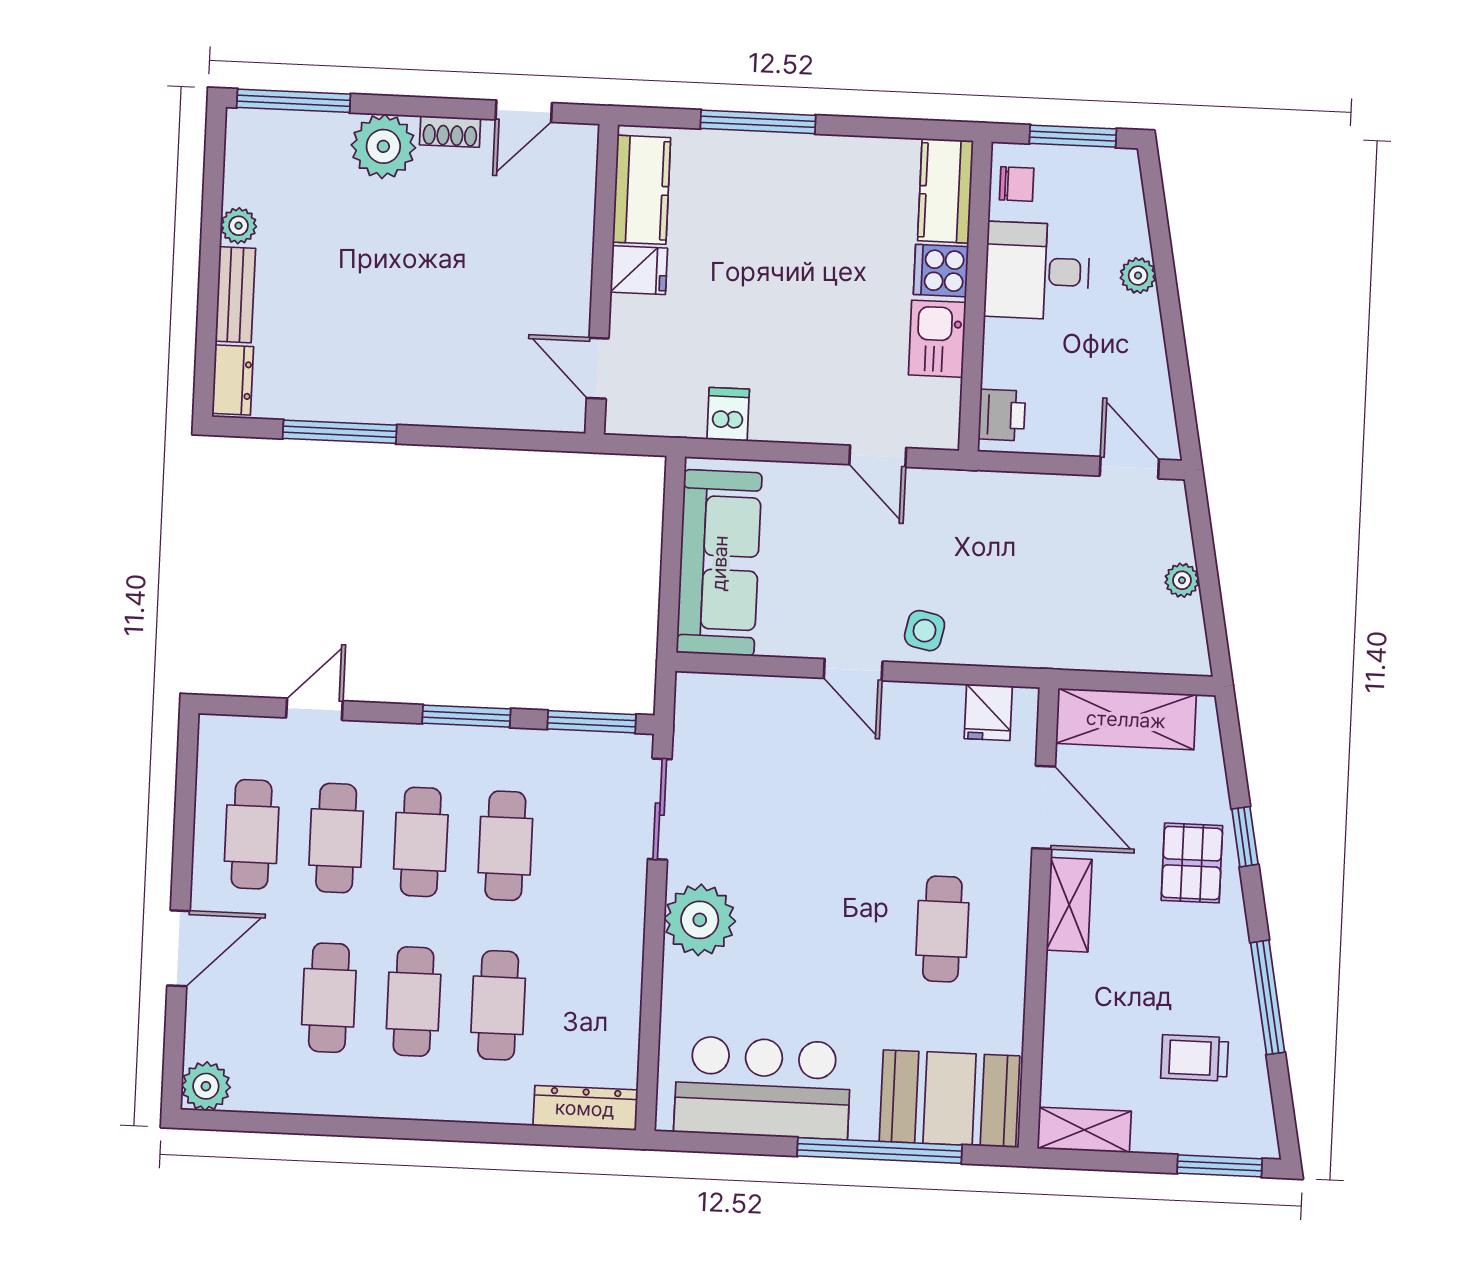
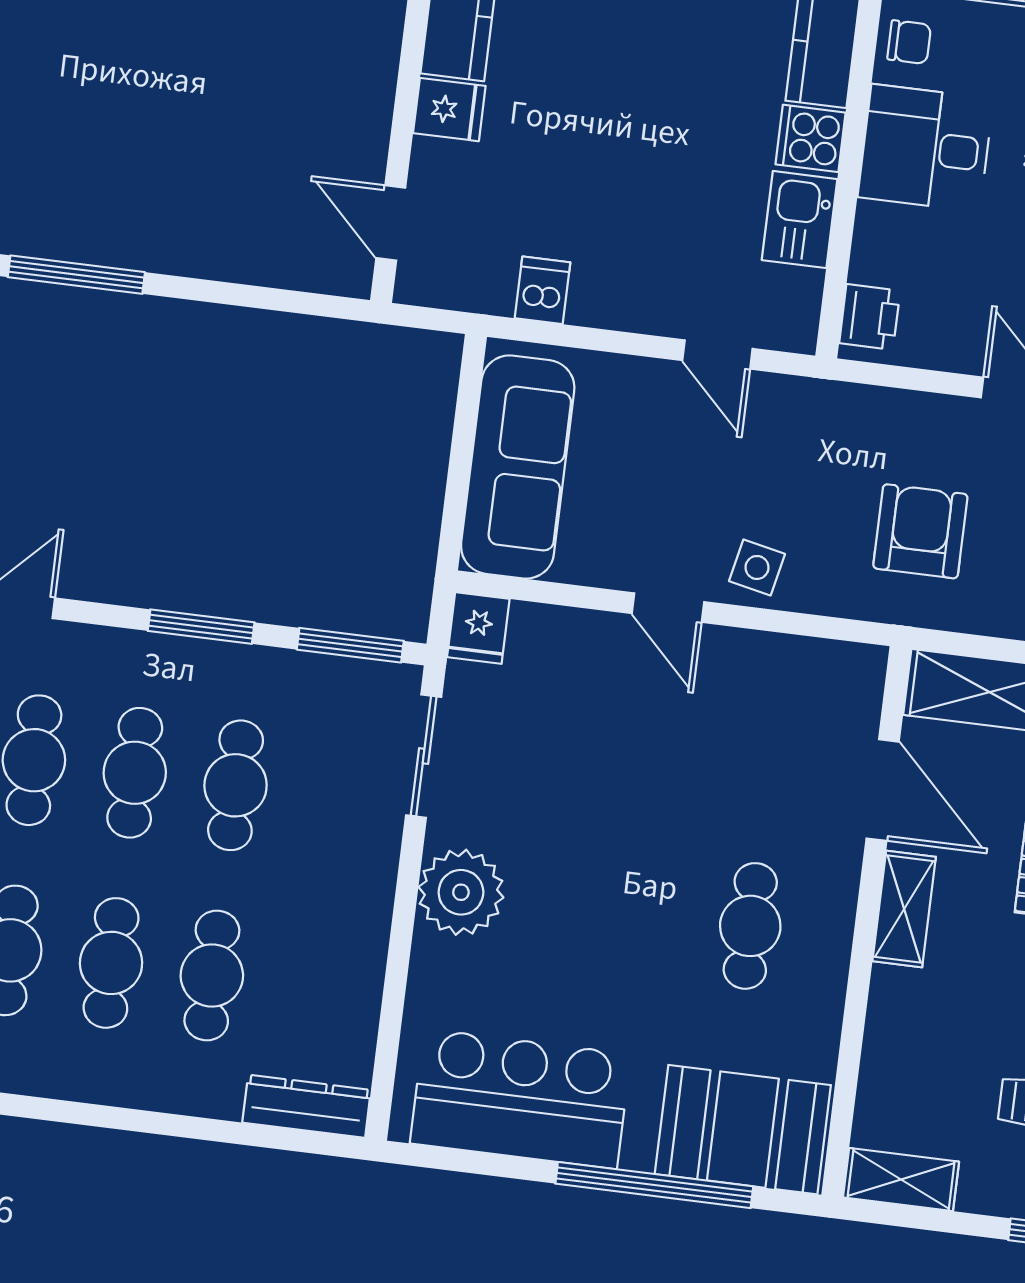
armchair: (1058, 590) -> (920, 531), added
fridge: (988, 712) -> (478, 628), moved

